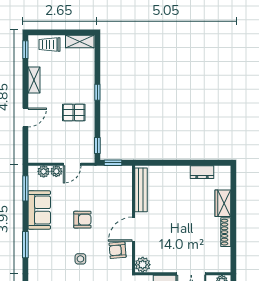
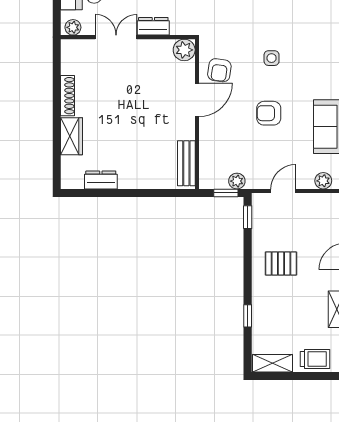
window: (97, 92) -> (248, 316), moved
plant: (56, 171) -> (237, 181), moved
bench: (141, 190) -> (186, 163), width x0.73
armchair: (118, 250) -> (219, 70), turned 103

